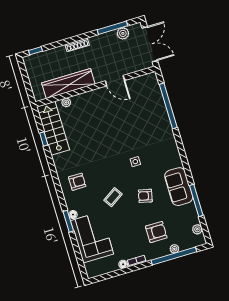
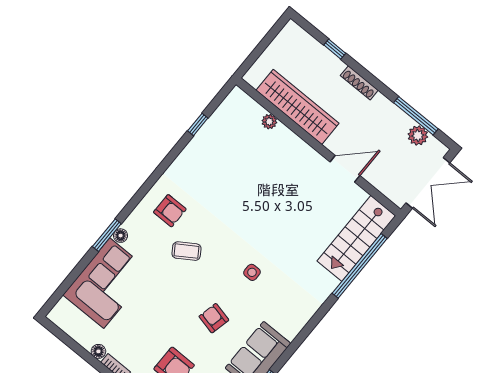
window: (35, 51) -> (335, 49), moved
door: (115, 81) -> (345, 169), swing flipped
stairs: (53, 128) -> (356, 238), moved, turned 180
coffee table: (113, 197) -> (186, 251), moved

